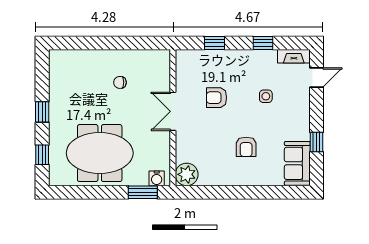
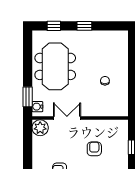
double door: (173, 111) -> (67, 118), moved

